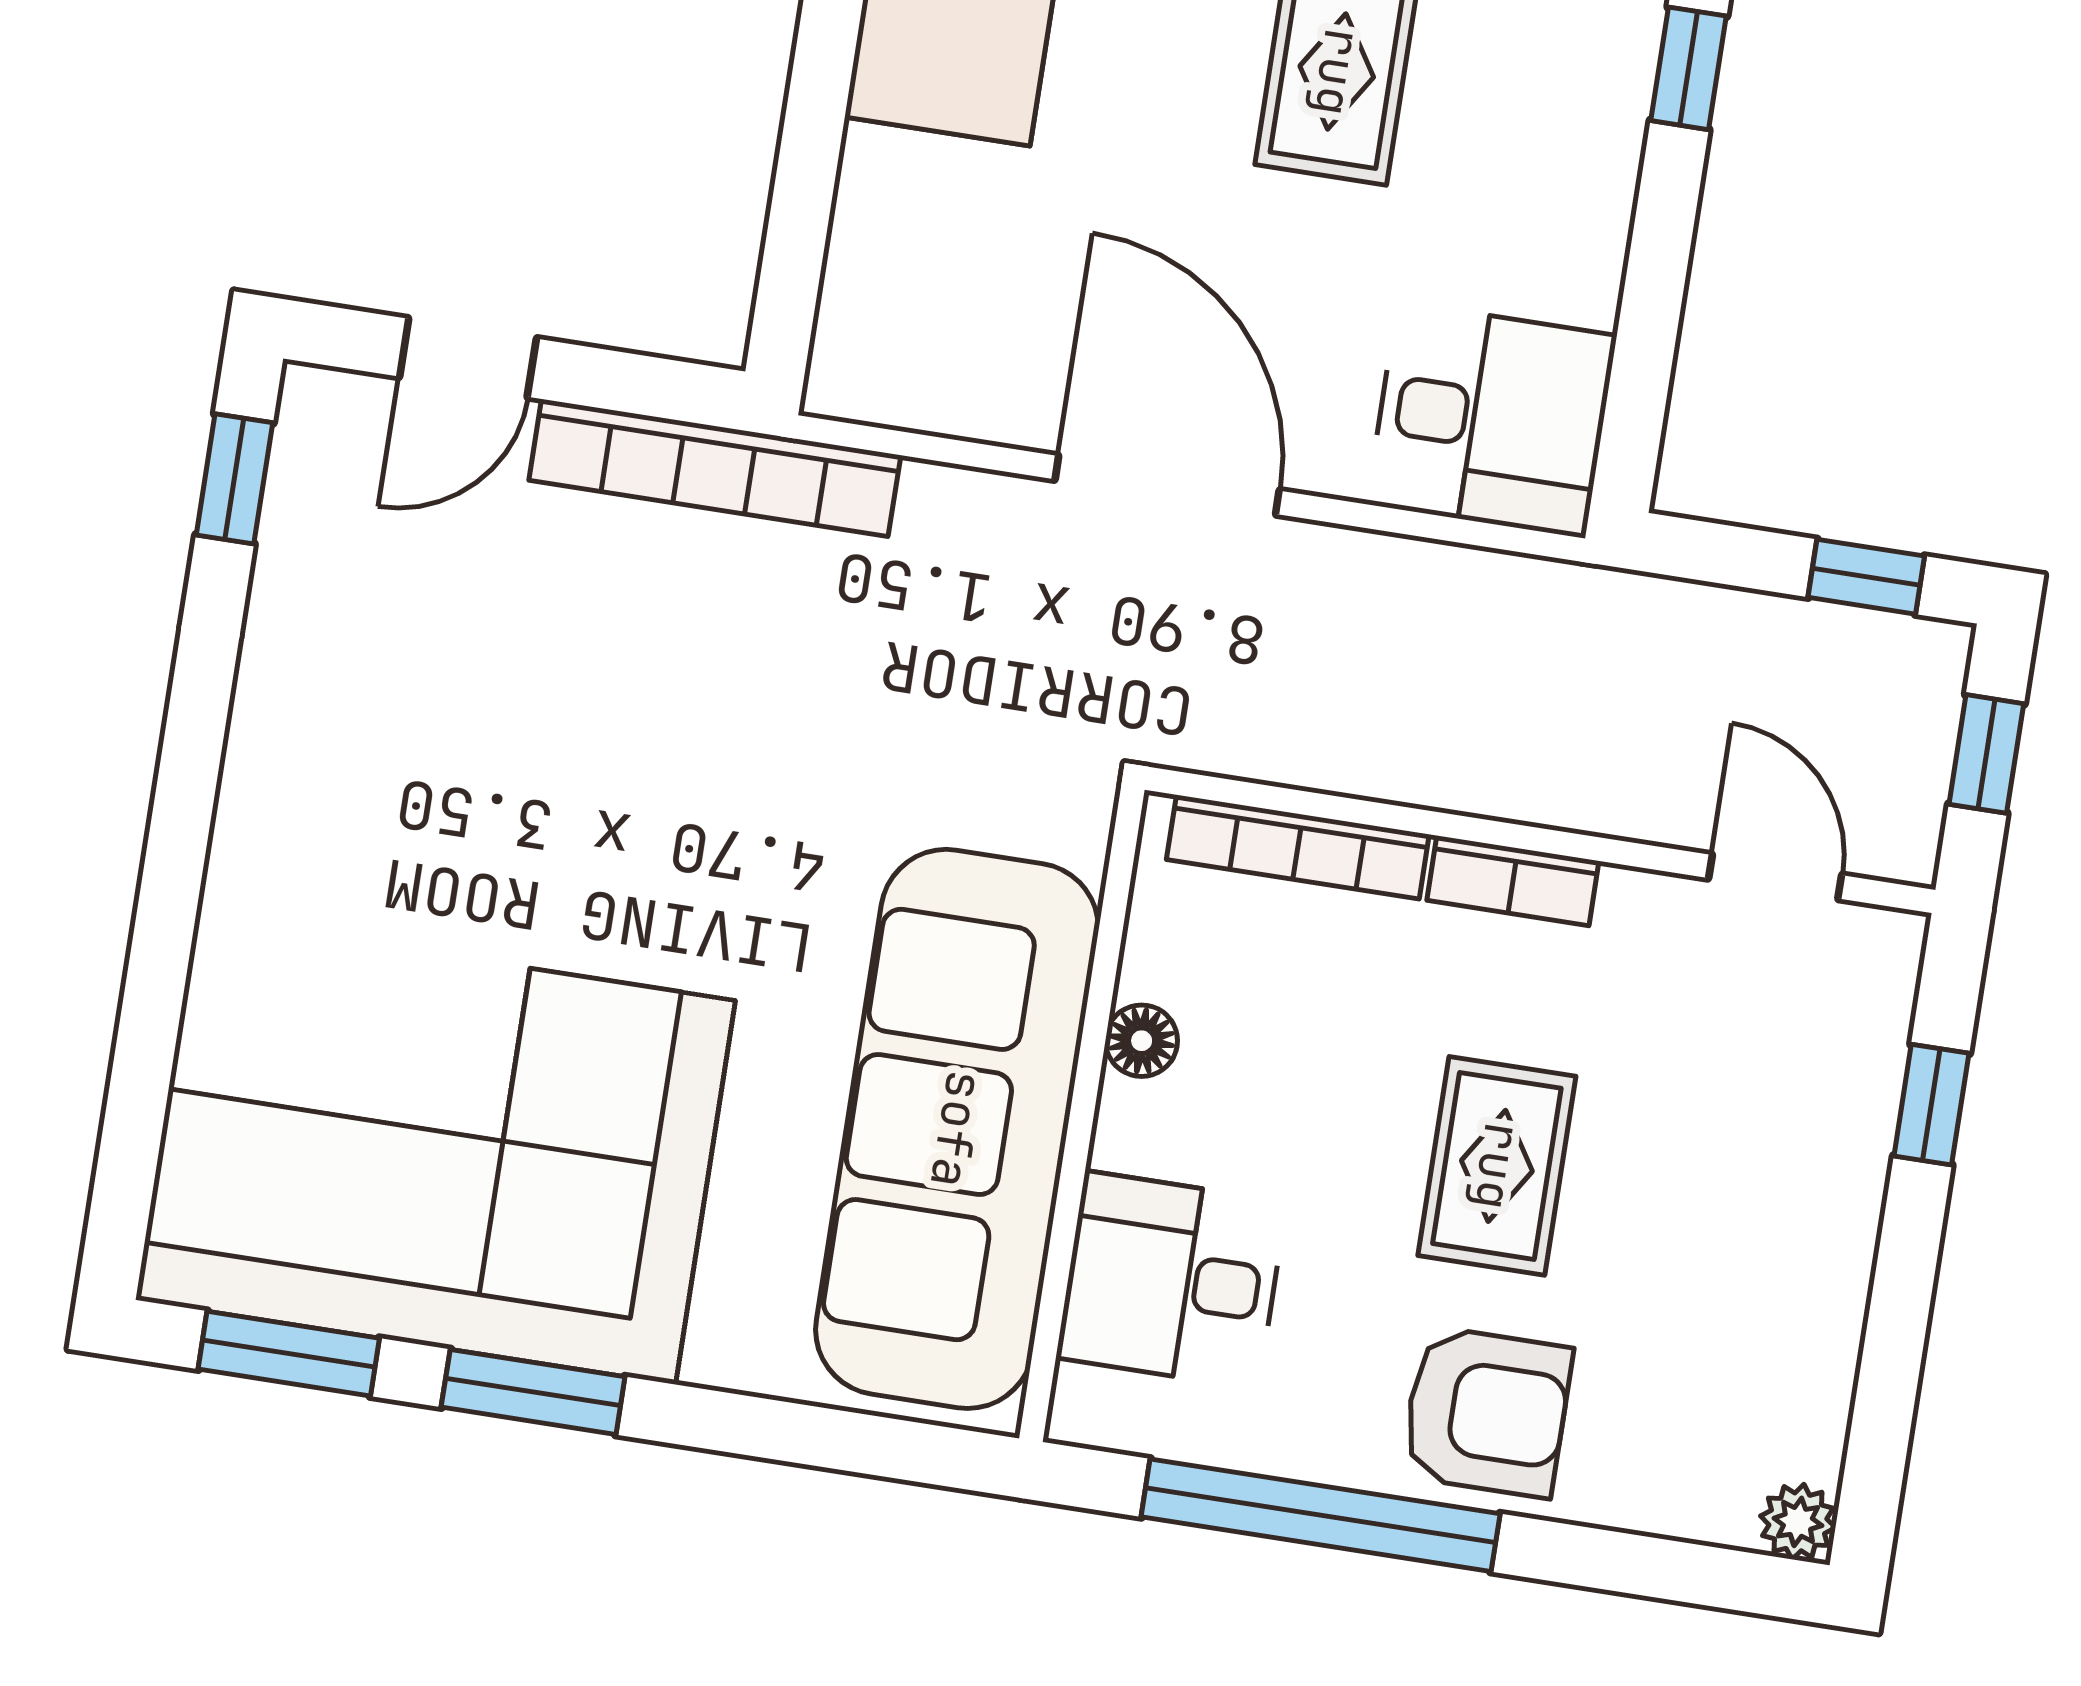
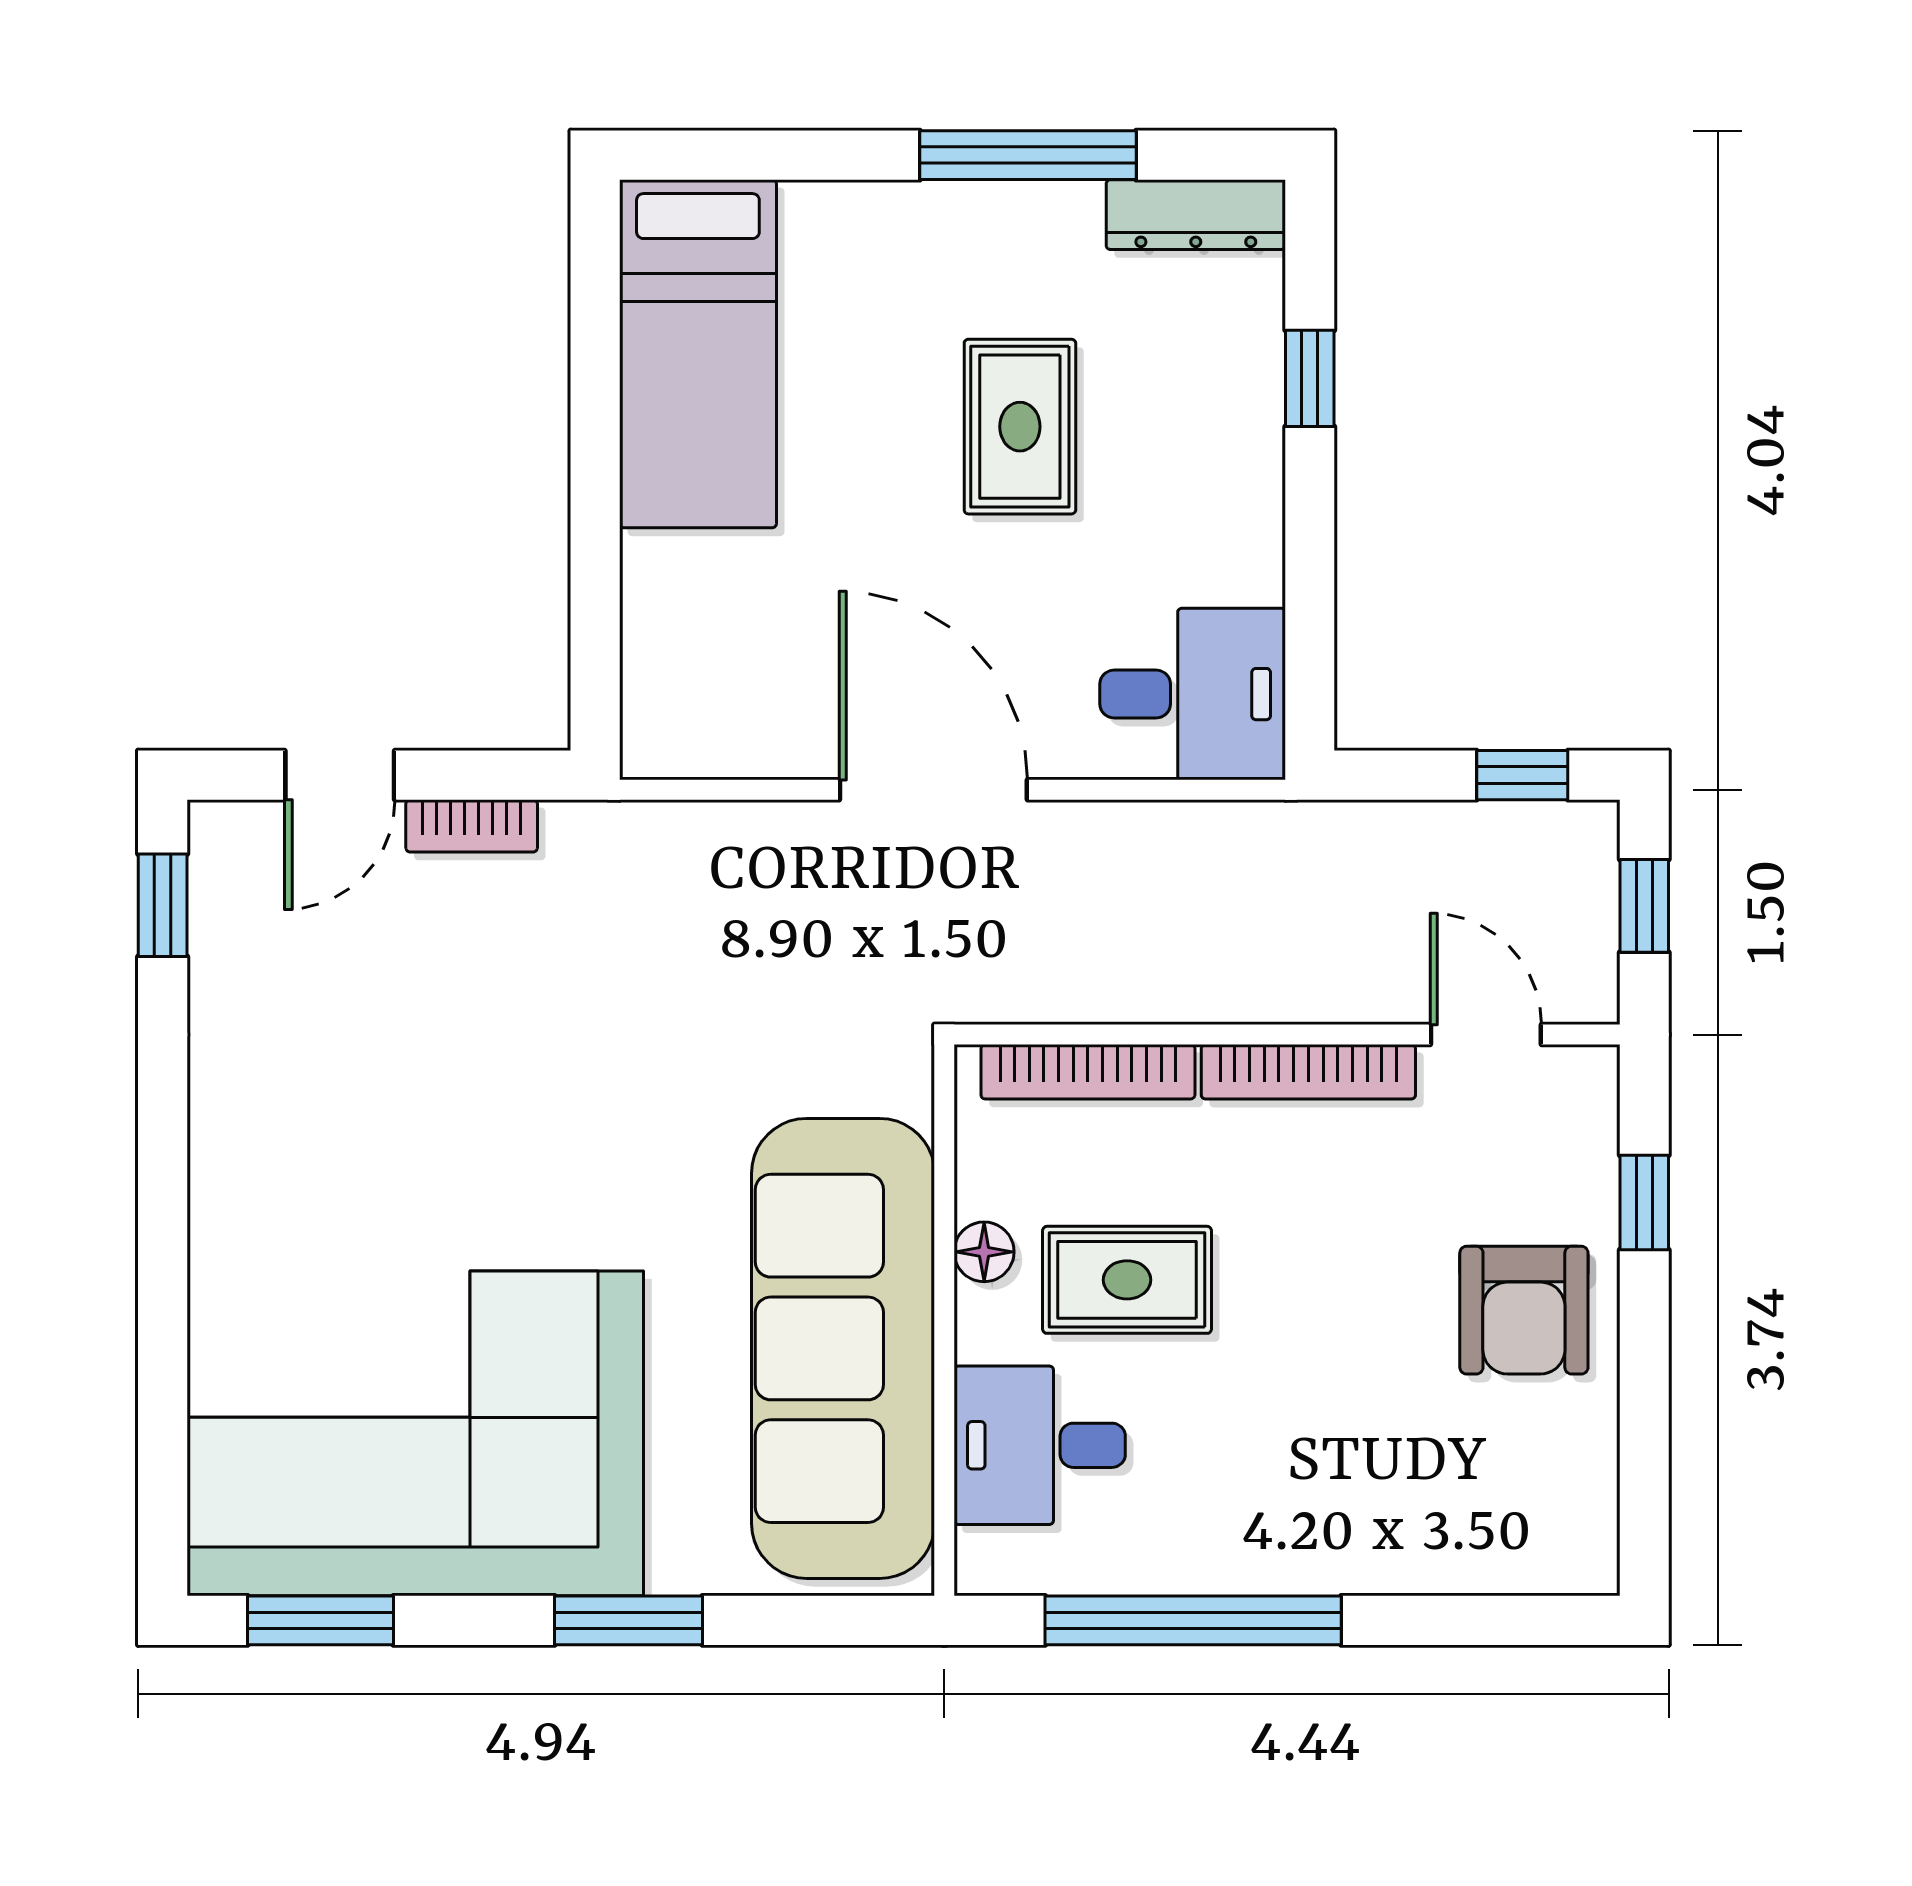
bookcase: (715, 468) -> (472, 826), width x0.43, depth x0.76
bookcase: (1513, 881) -> (1308, 1072), width x1.56
rug: (1497, 1166) -> (1127, 1280), moved, turned 90
window: (533, 1392) -> (629, 1620), moved
armchair: (1487, 1412) -> (1524, 1310), moved, turned 90
plant: (1798, 1522) -> (1588, 1564), removed

